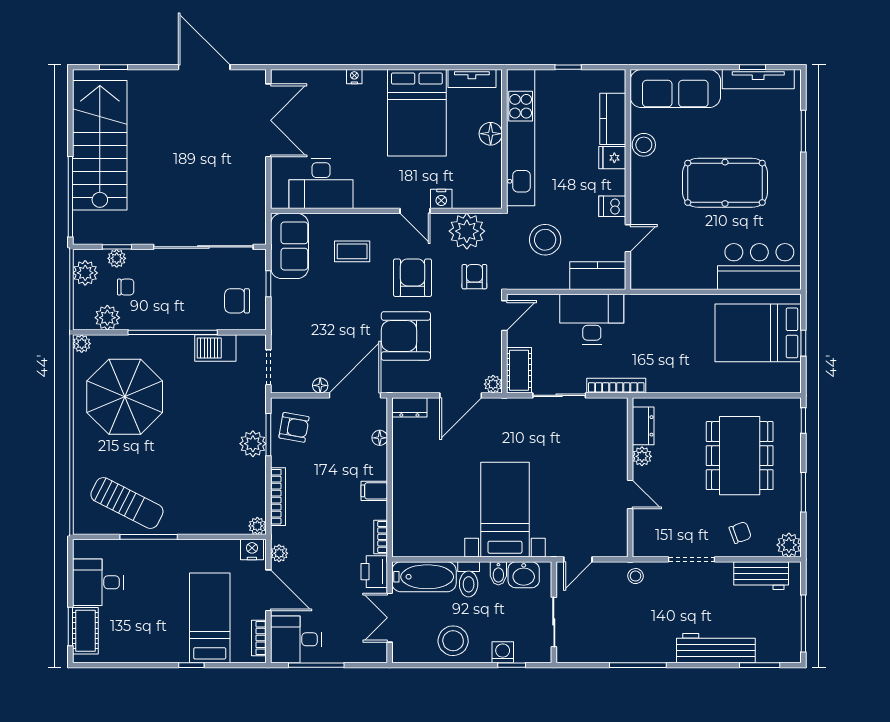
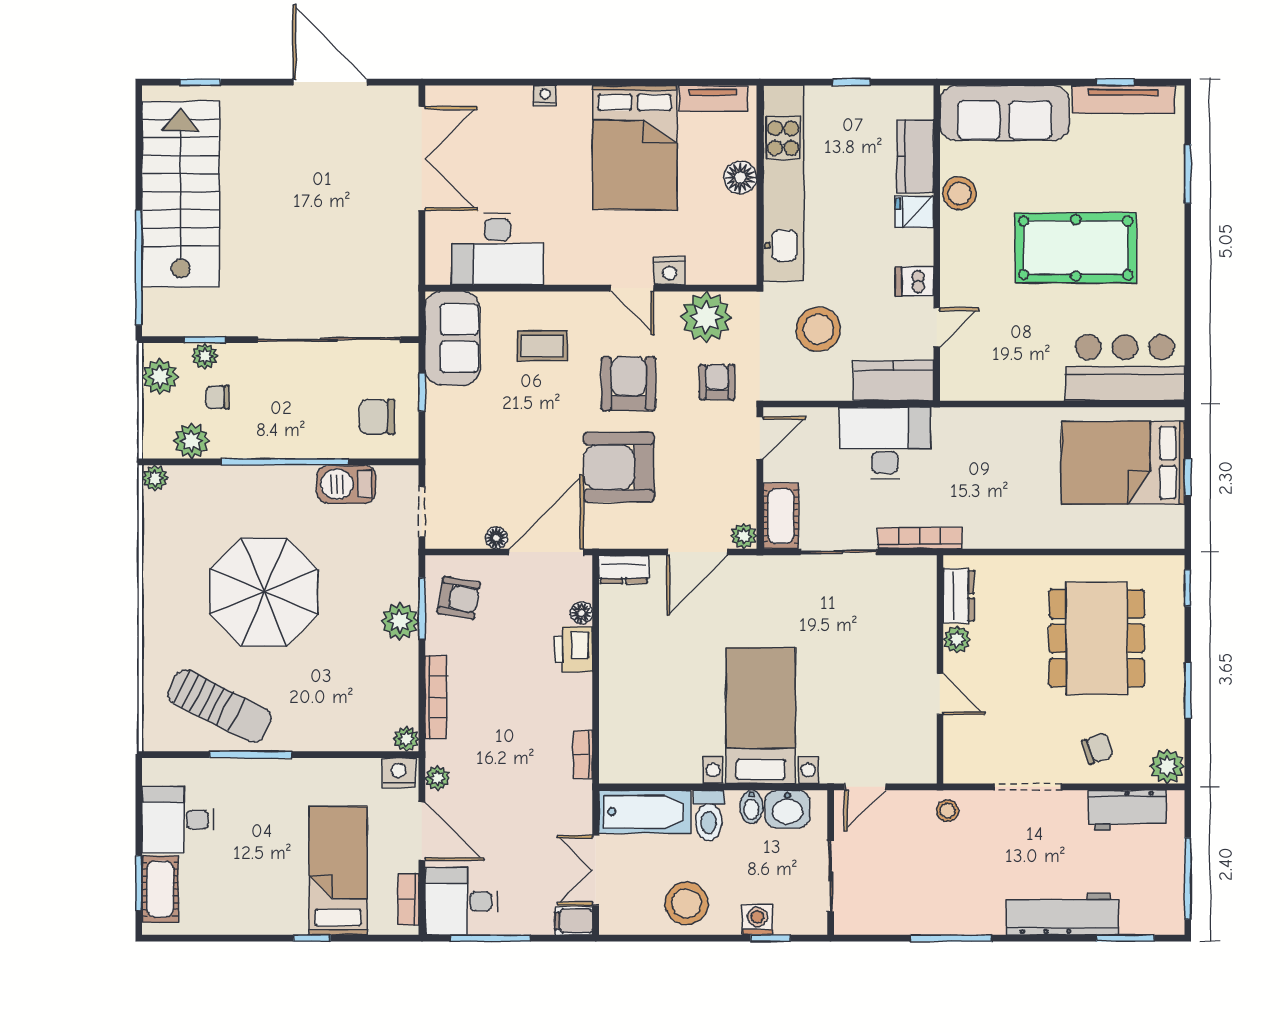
chair: (126, 287) -> (218, 397), turned 180
parasol: (125, 397) -> (264, 592), moved
filing cabinet: (374, 491) -> (574, 921), moved
printer: (374, 572) -> (574, 649), moved

